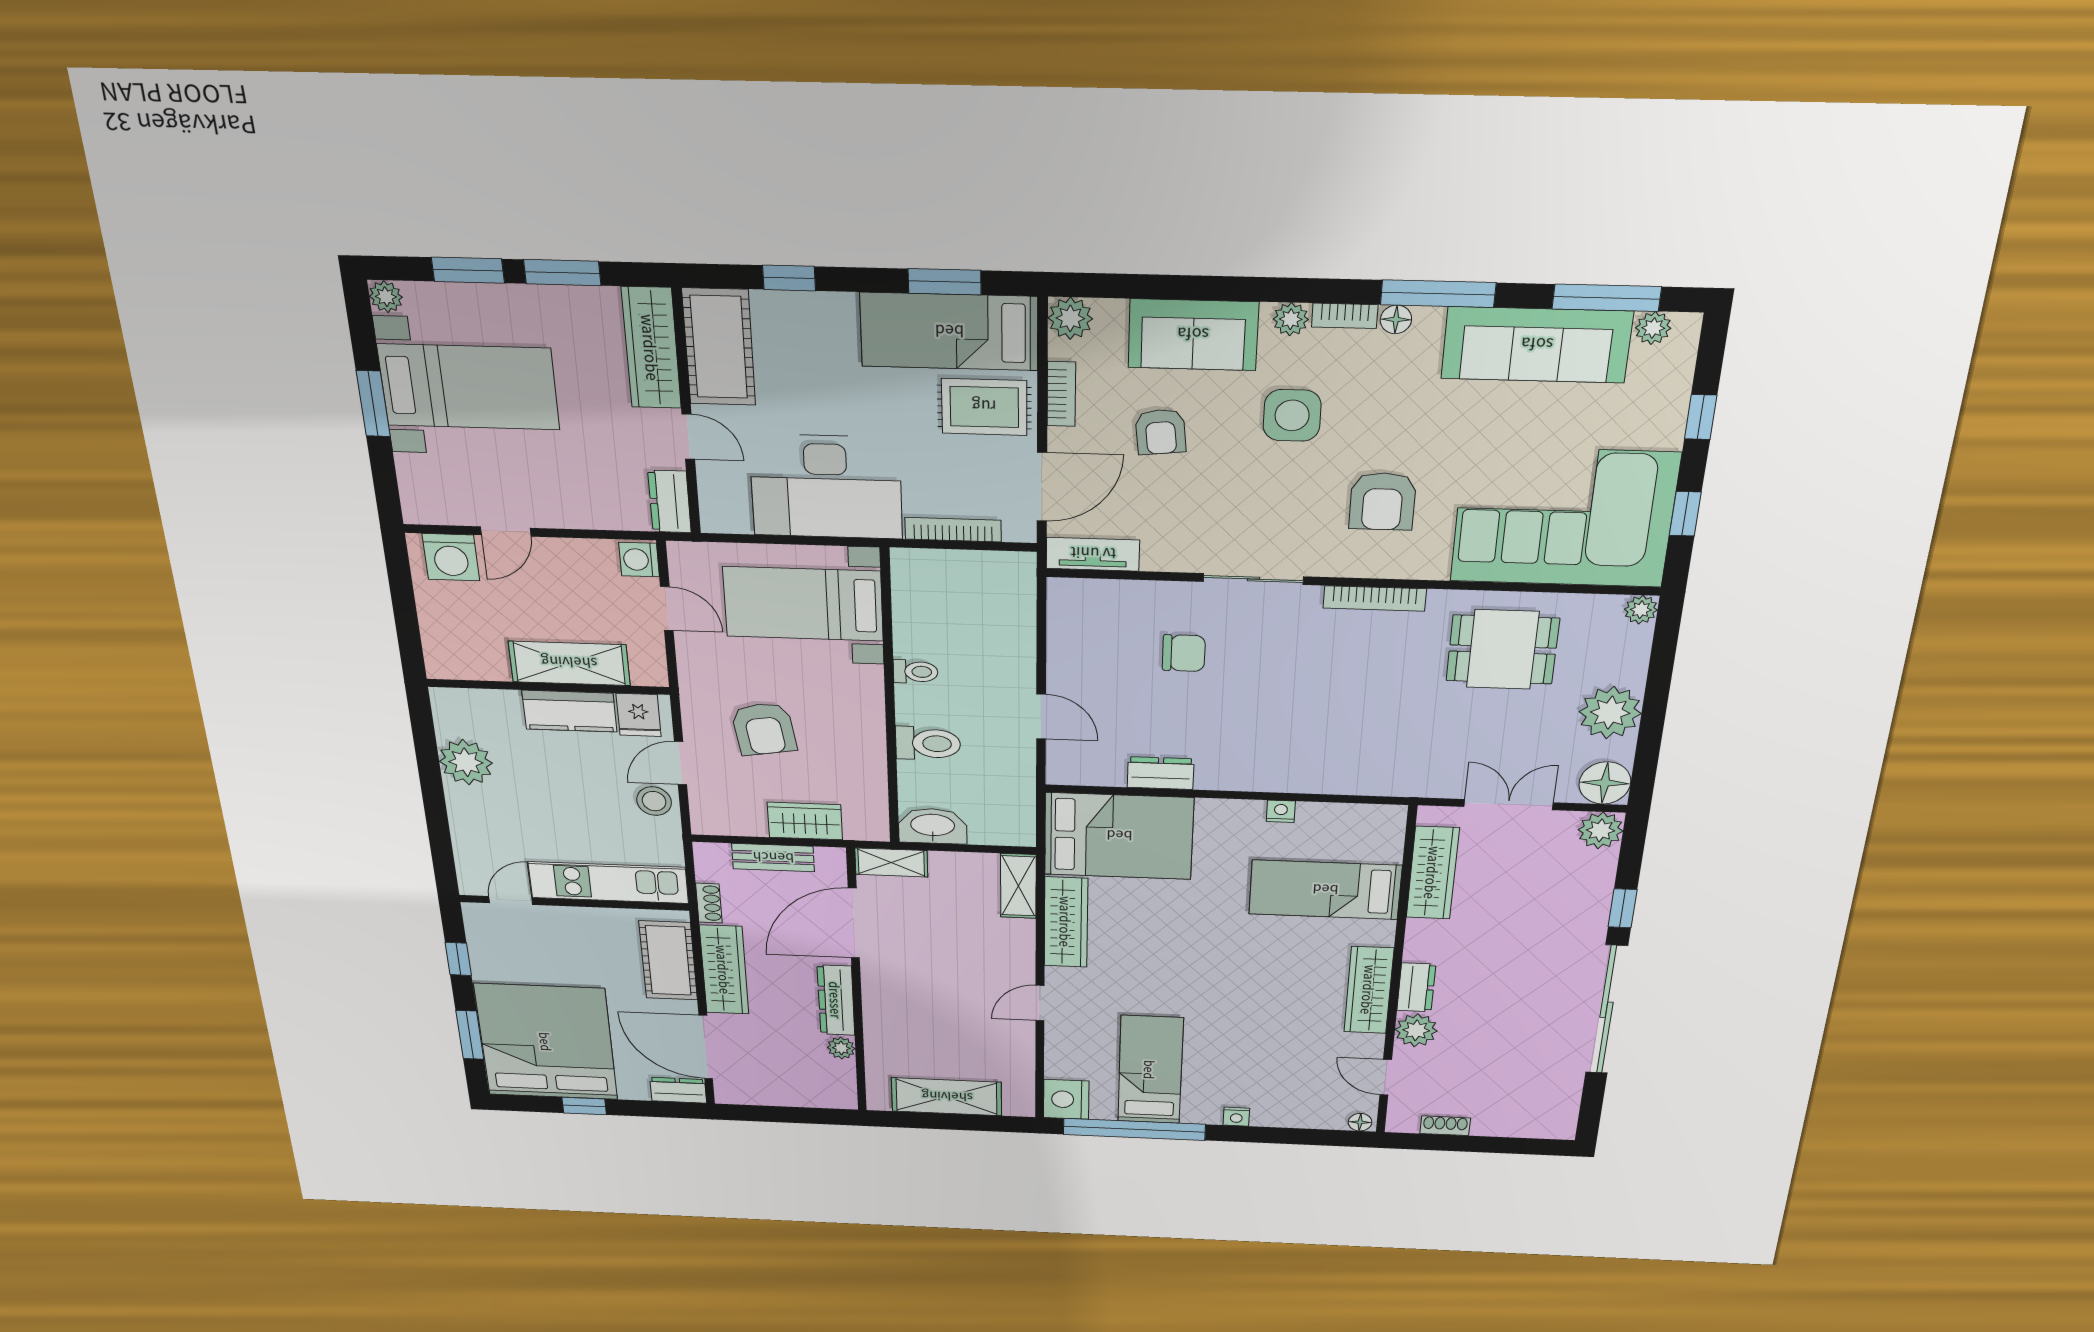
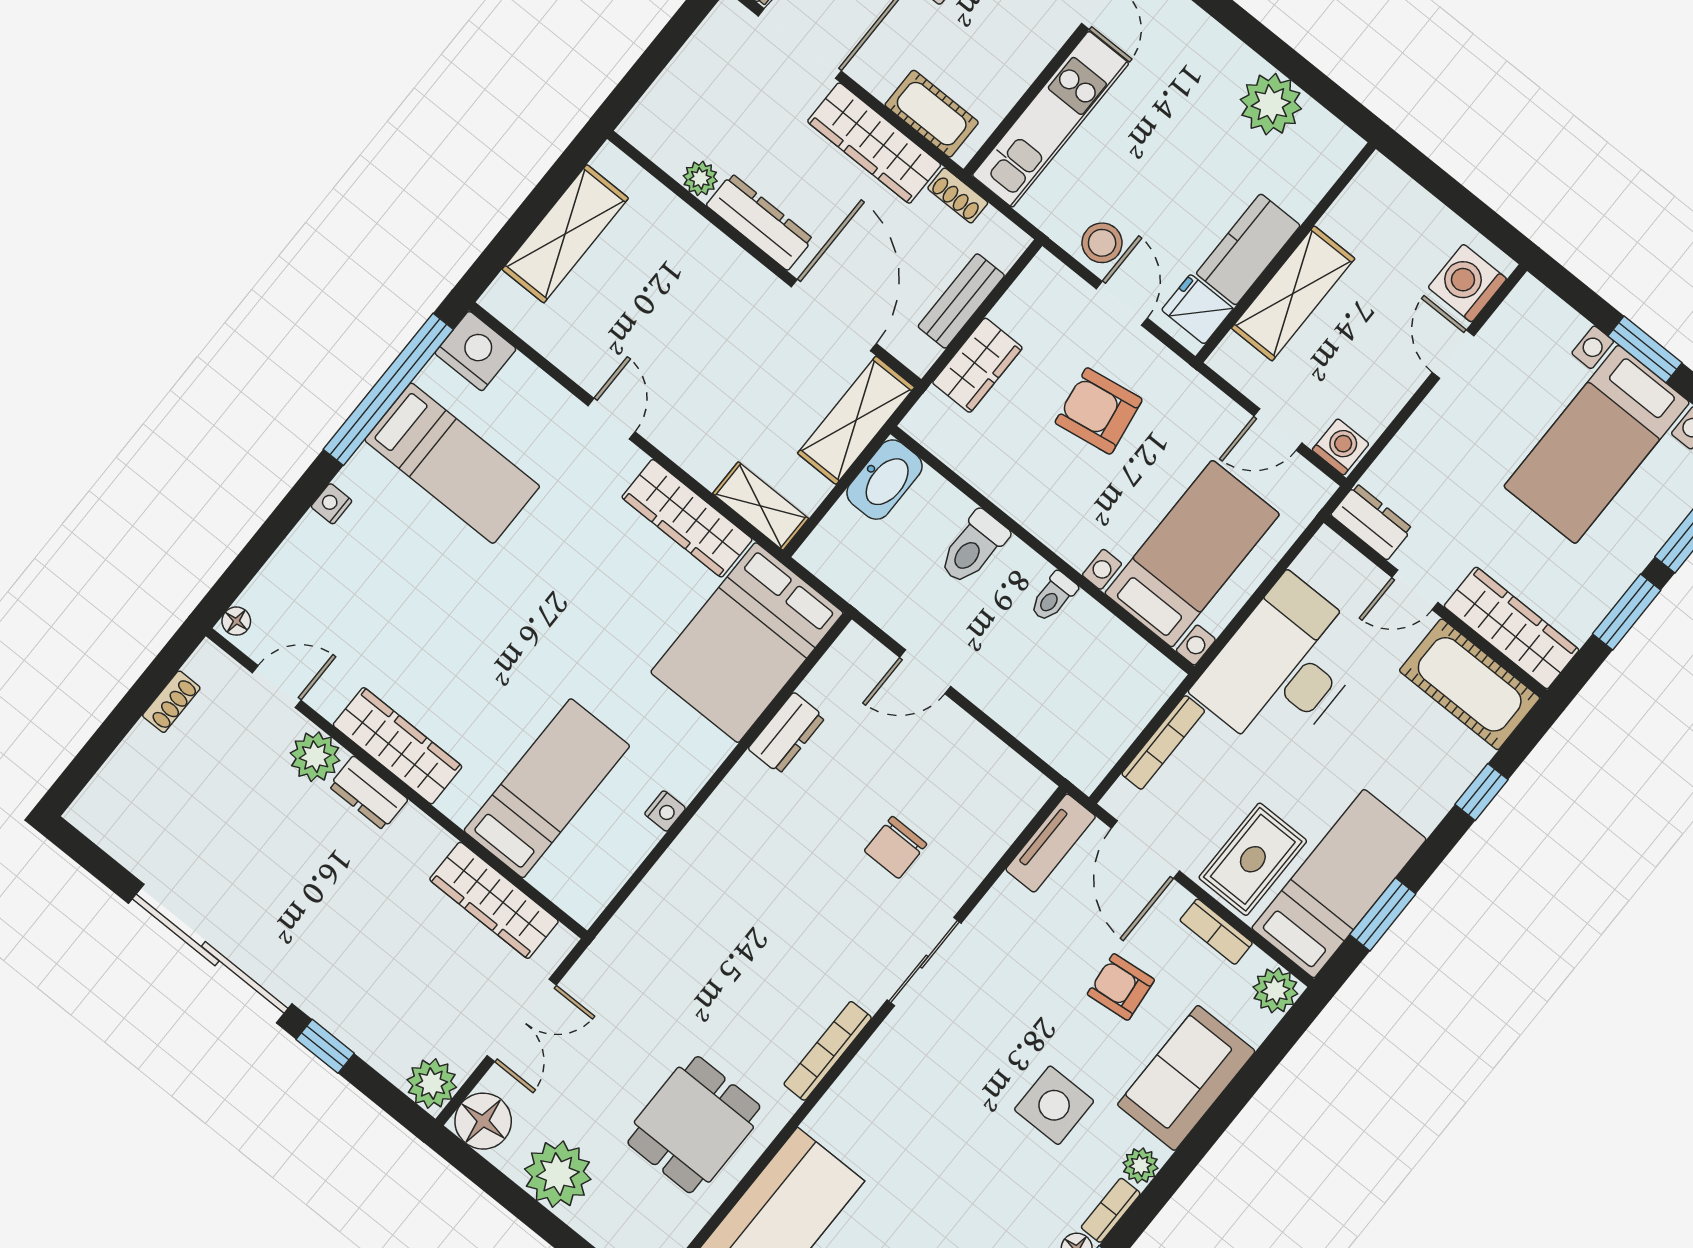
armchair: (1383, 501) -> (918, 1123), removed
shelving: (891, 862) -> (856, 420), width x1.50, depth x1.33
cot: (668, 961) -> (932, 114), width x0.73, depth x0.75

